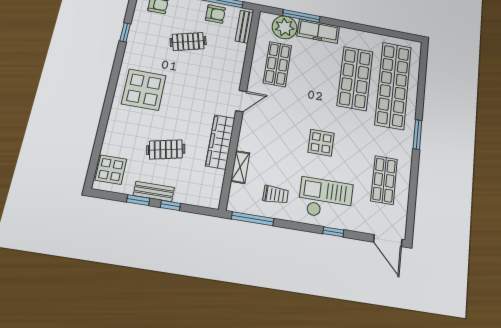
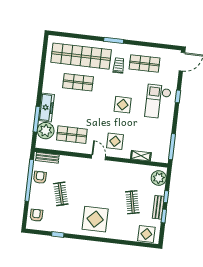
shop shelf: (355, 78) -> (78, 82), width x0.70, depth x0.74
display table: (265, 128) -> (115, 141), added
wardrobe: (220, 142) -> (126, 169), removed
plant: (202, 194) -> (159, 178), added
trolley: (276, 195) -> (119, 66), moved

